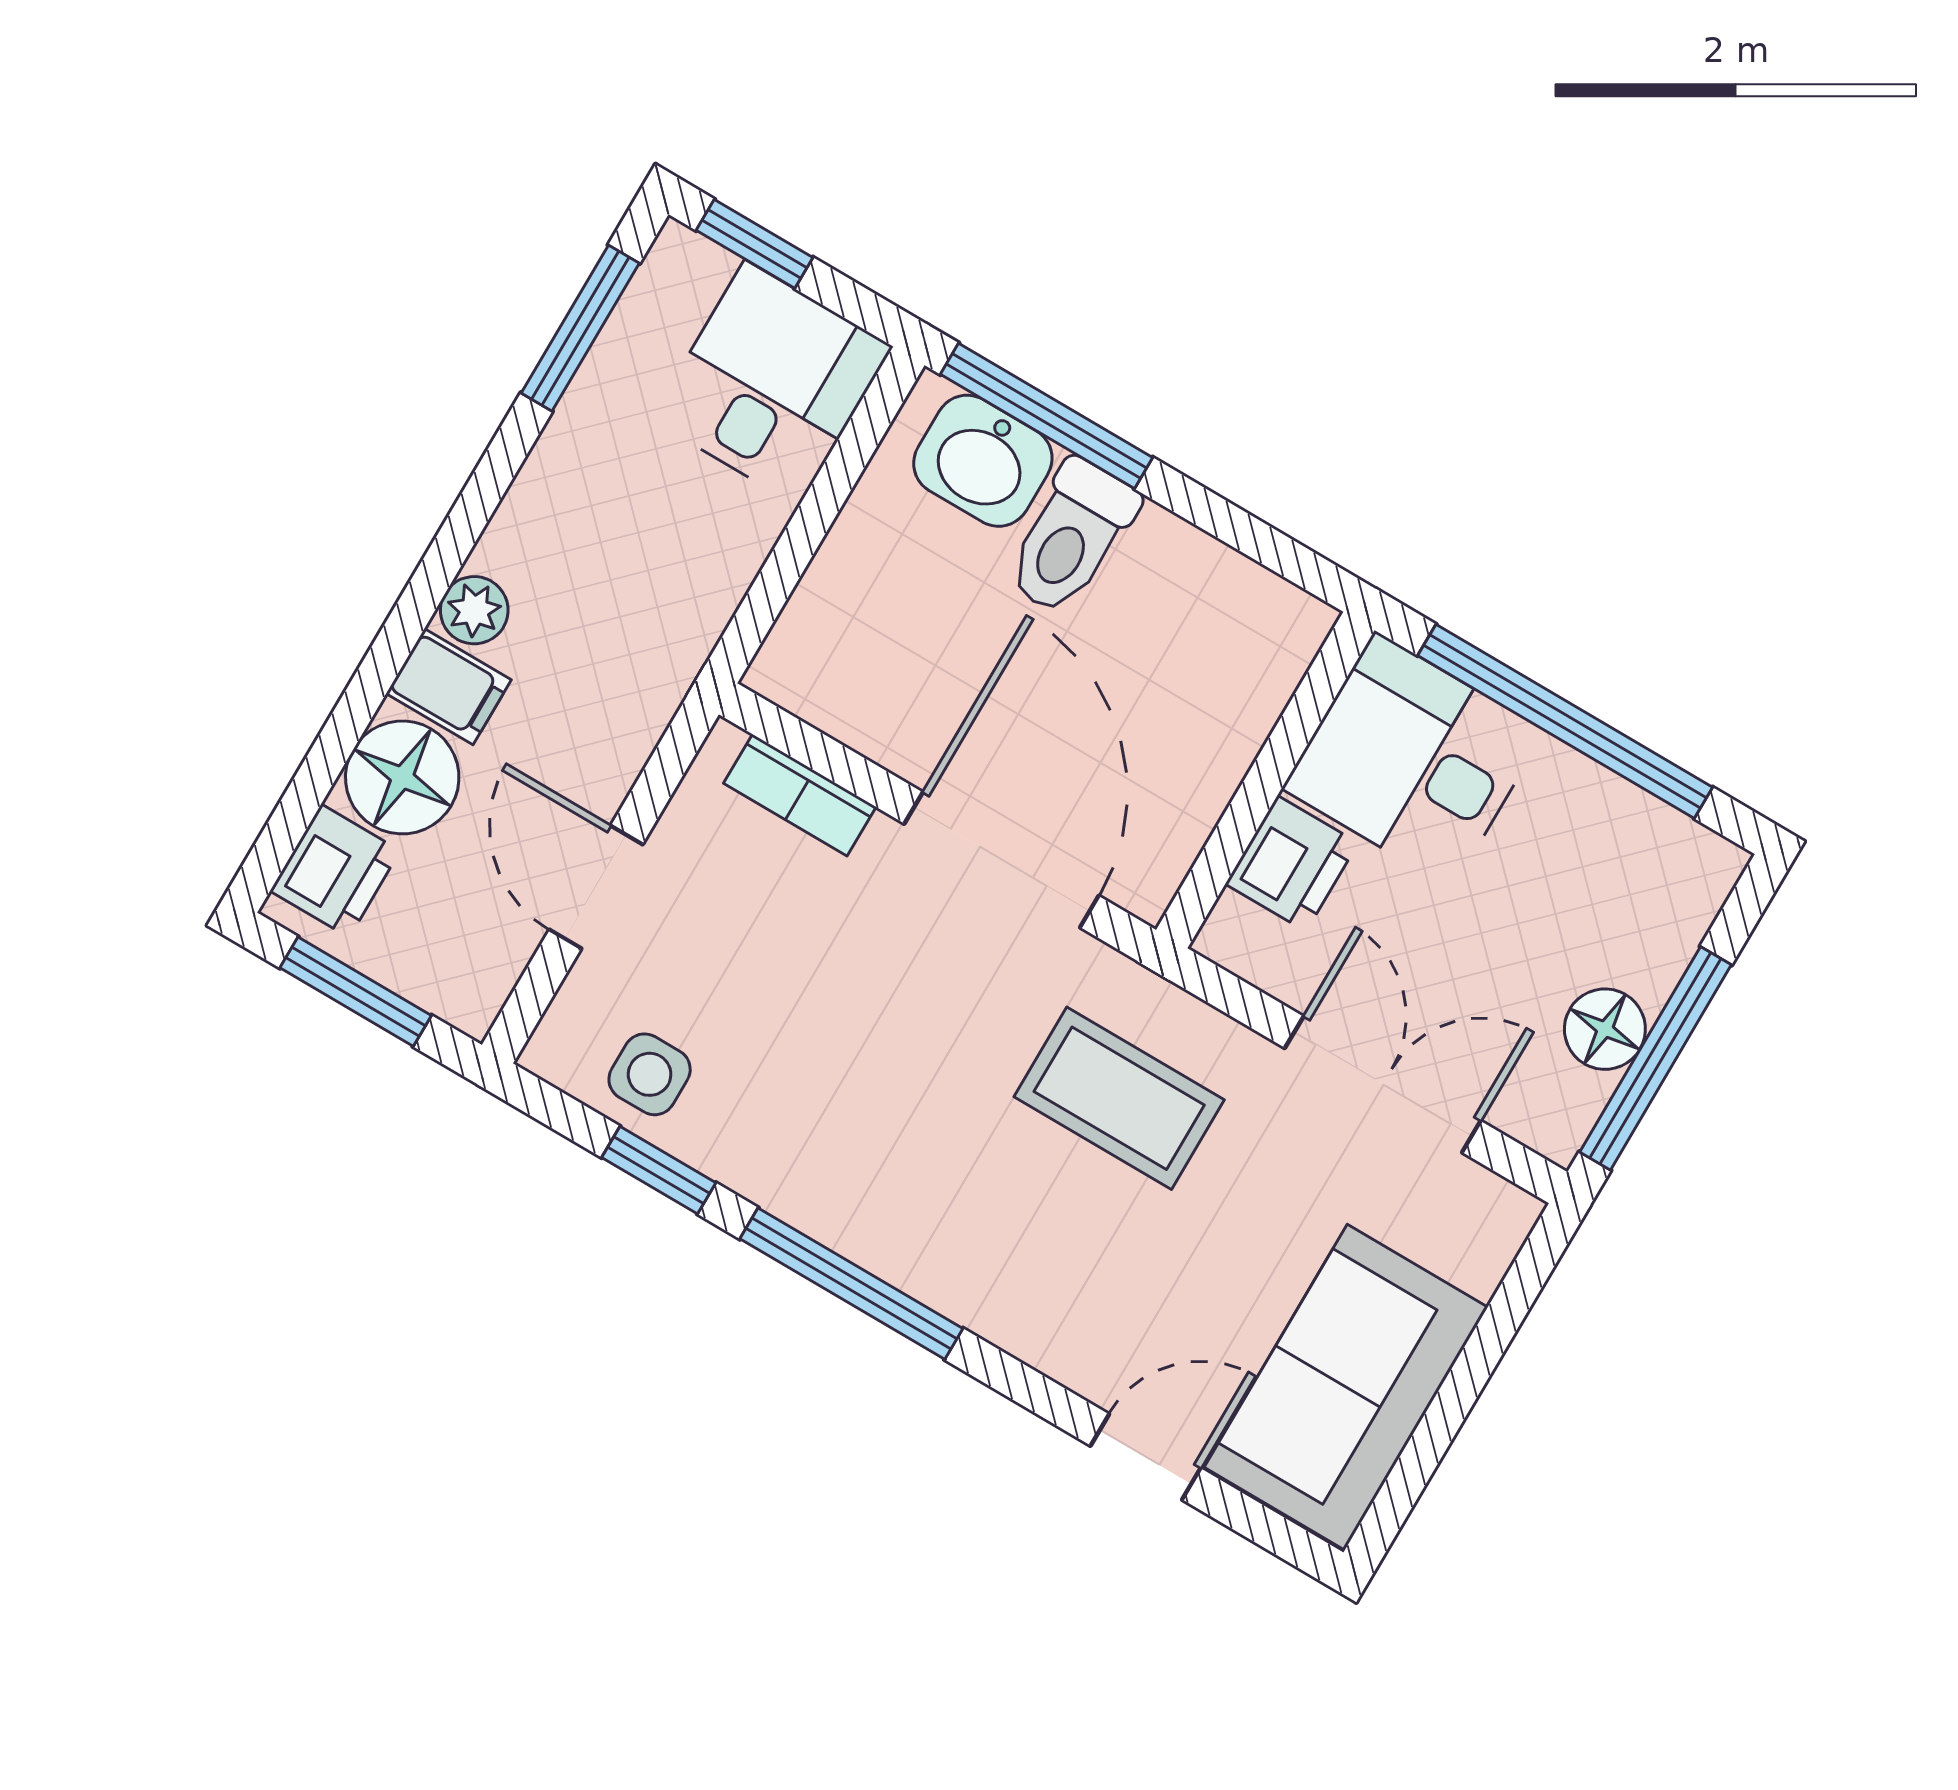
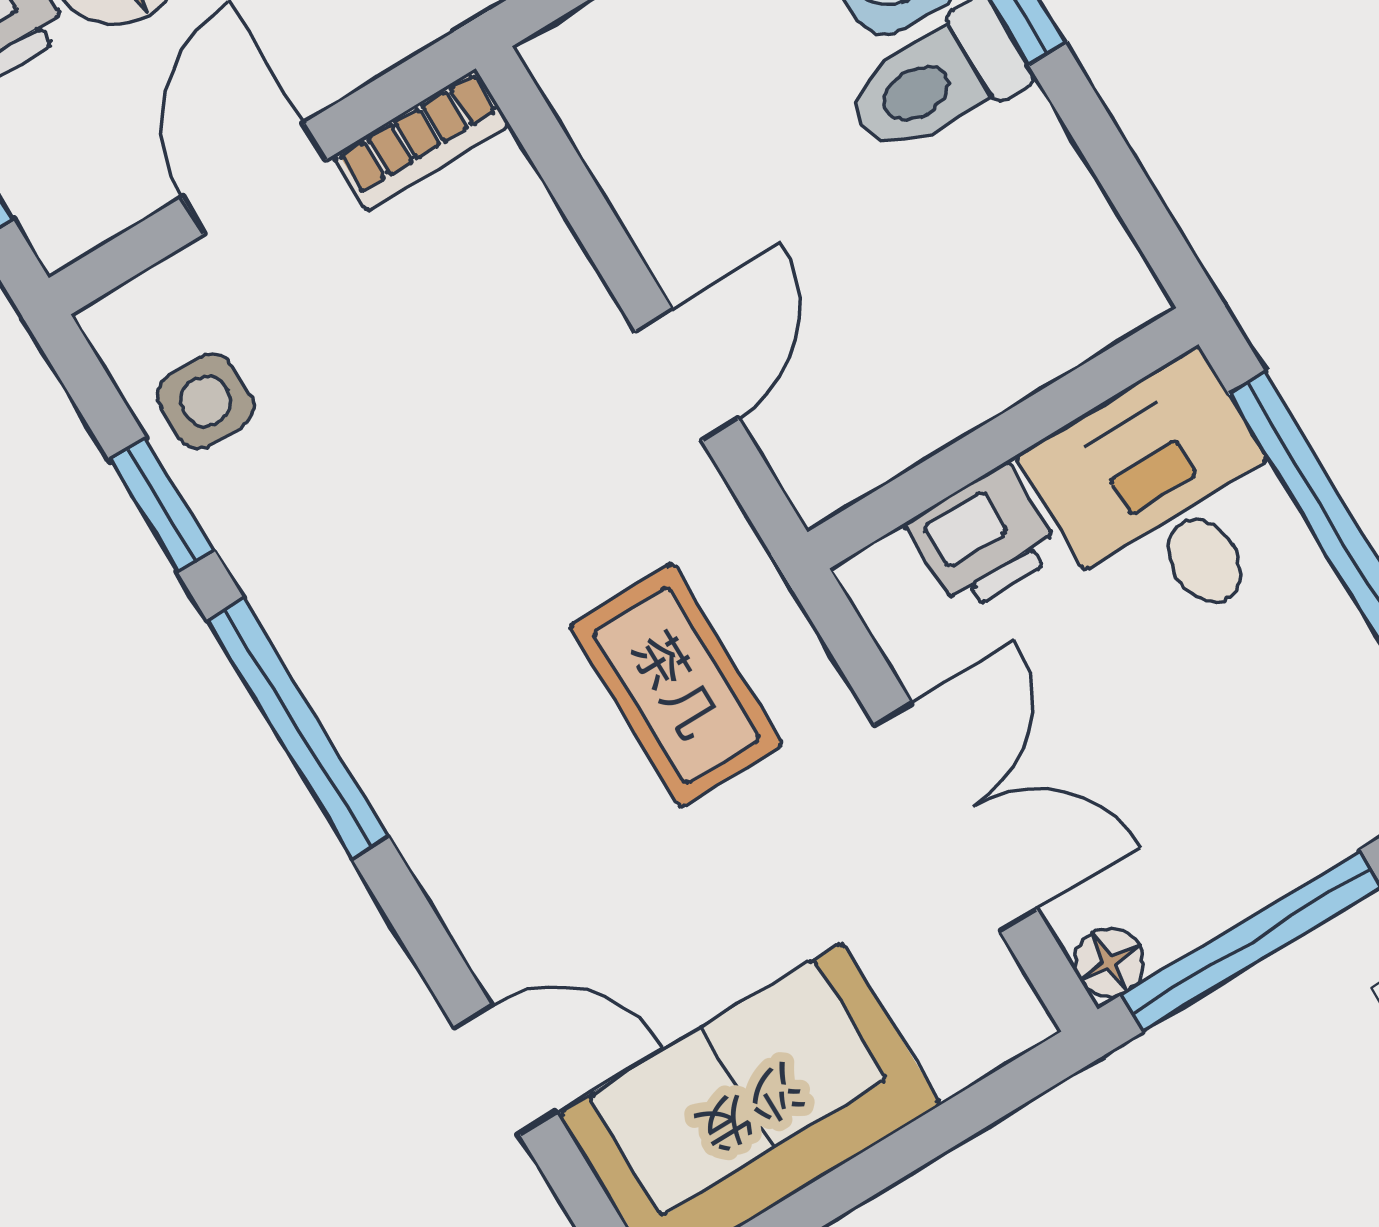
bookcase: (800, 795) -> (422, 140), moved, turned -90
door: (1001, 860) -> (687, 375), width x0.53
floor lamp: (1605, 1029) -> (1109, 962), moved, width x0.73, depth x0.73

